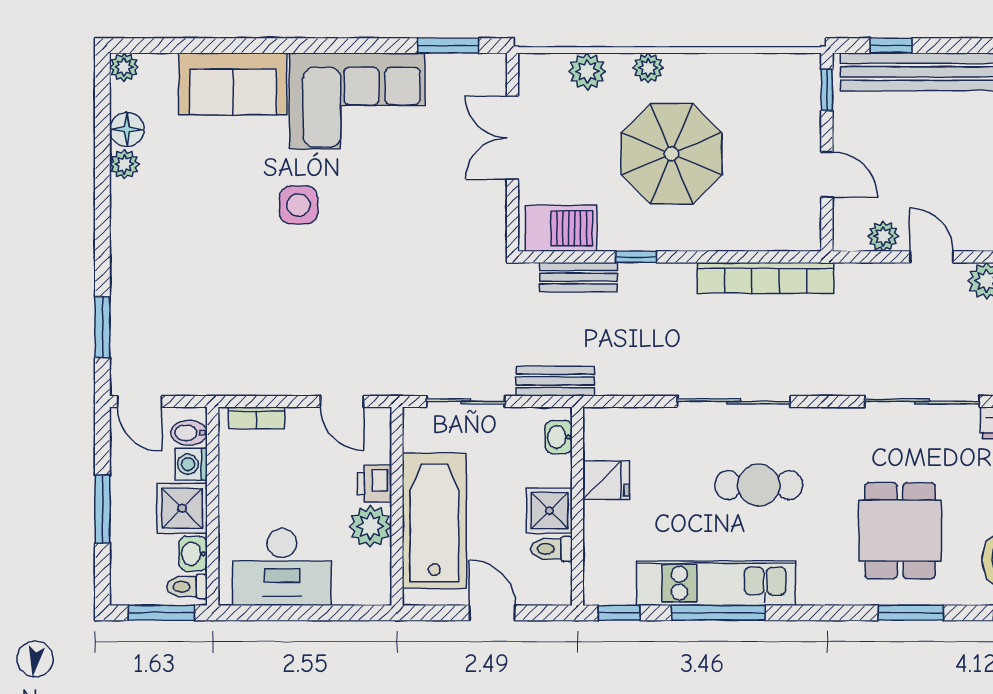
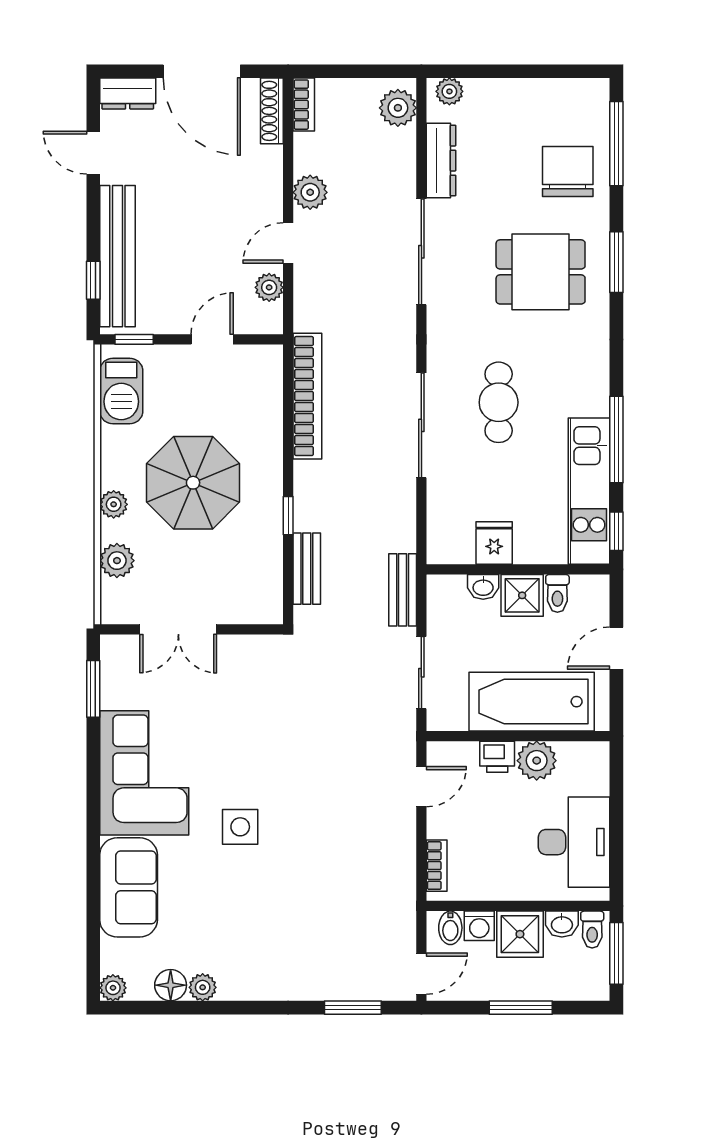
barbecue: (561, 228) -> (121, 391), moved, turned 180
washbasin: (559, 437) -> (483, 587), moved
kitchen unit: (716, 583) -> (589, 491), moved

